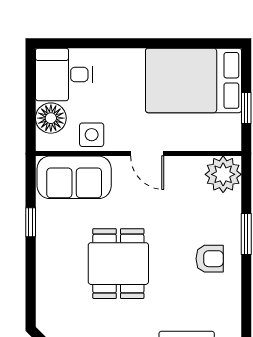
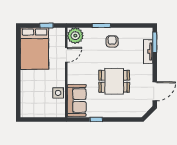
desk: (64, 74) -> (32, 105), removed
floor lamp: (51, 118) -> (51, 111), removed
door: (147, 154) -> (66, 55), moved

